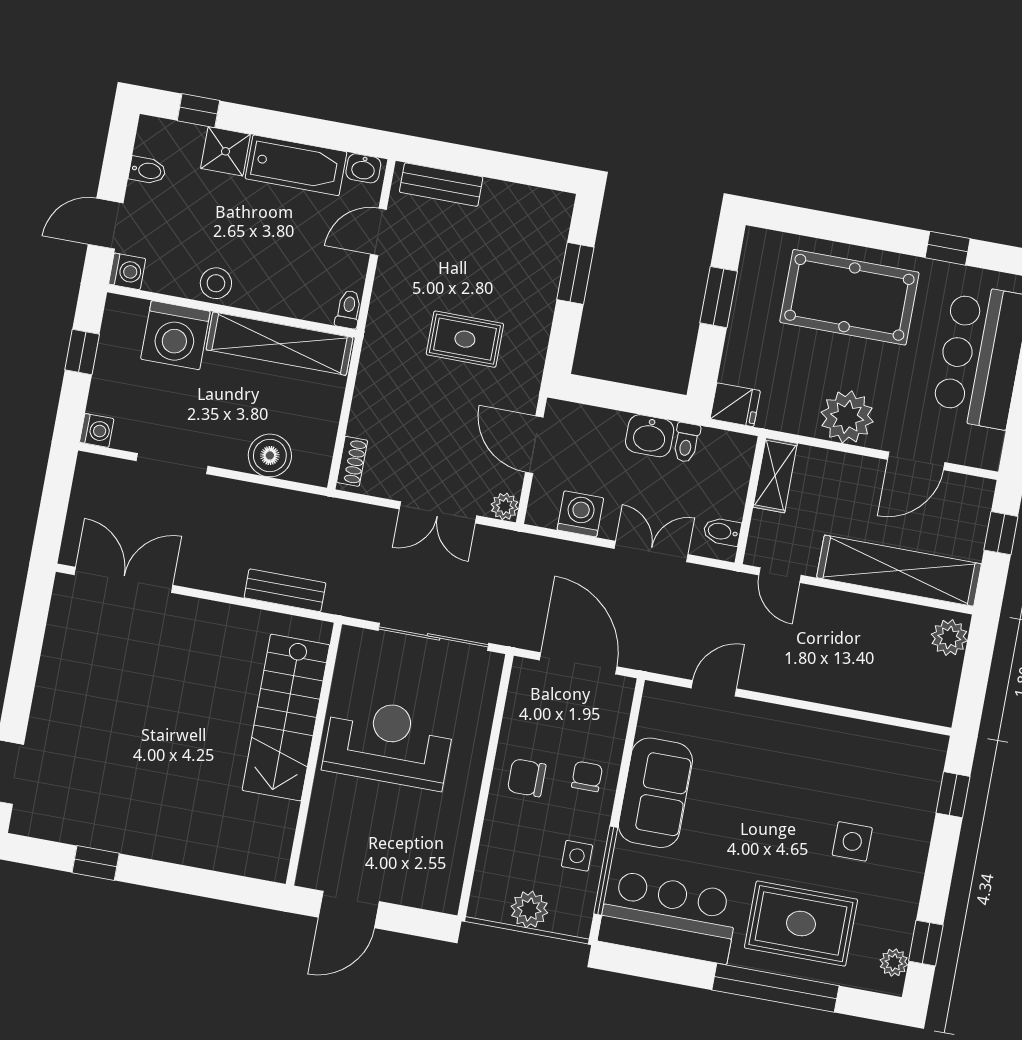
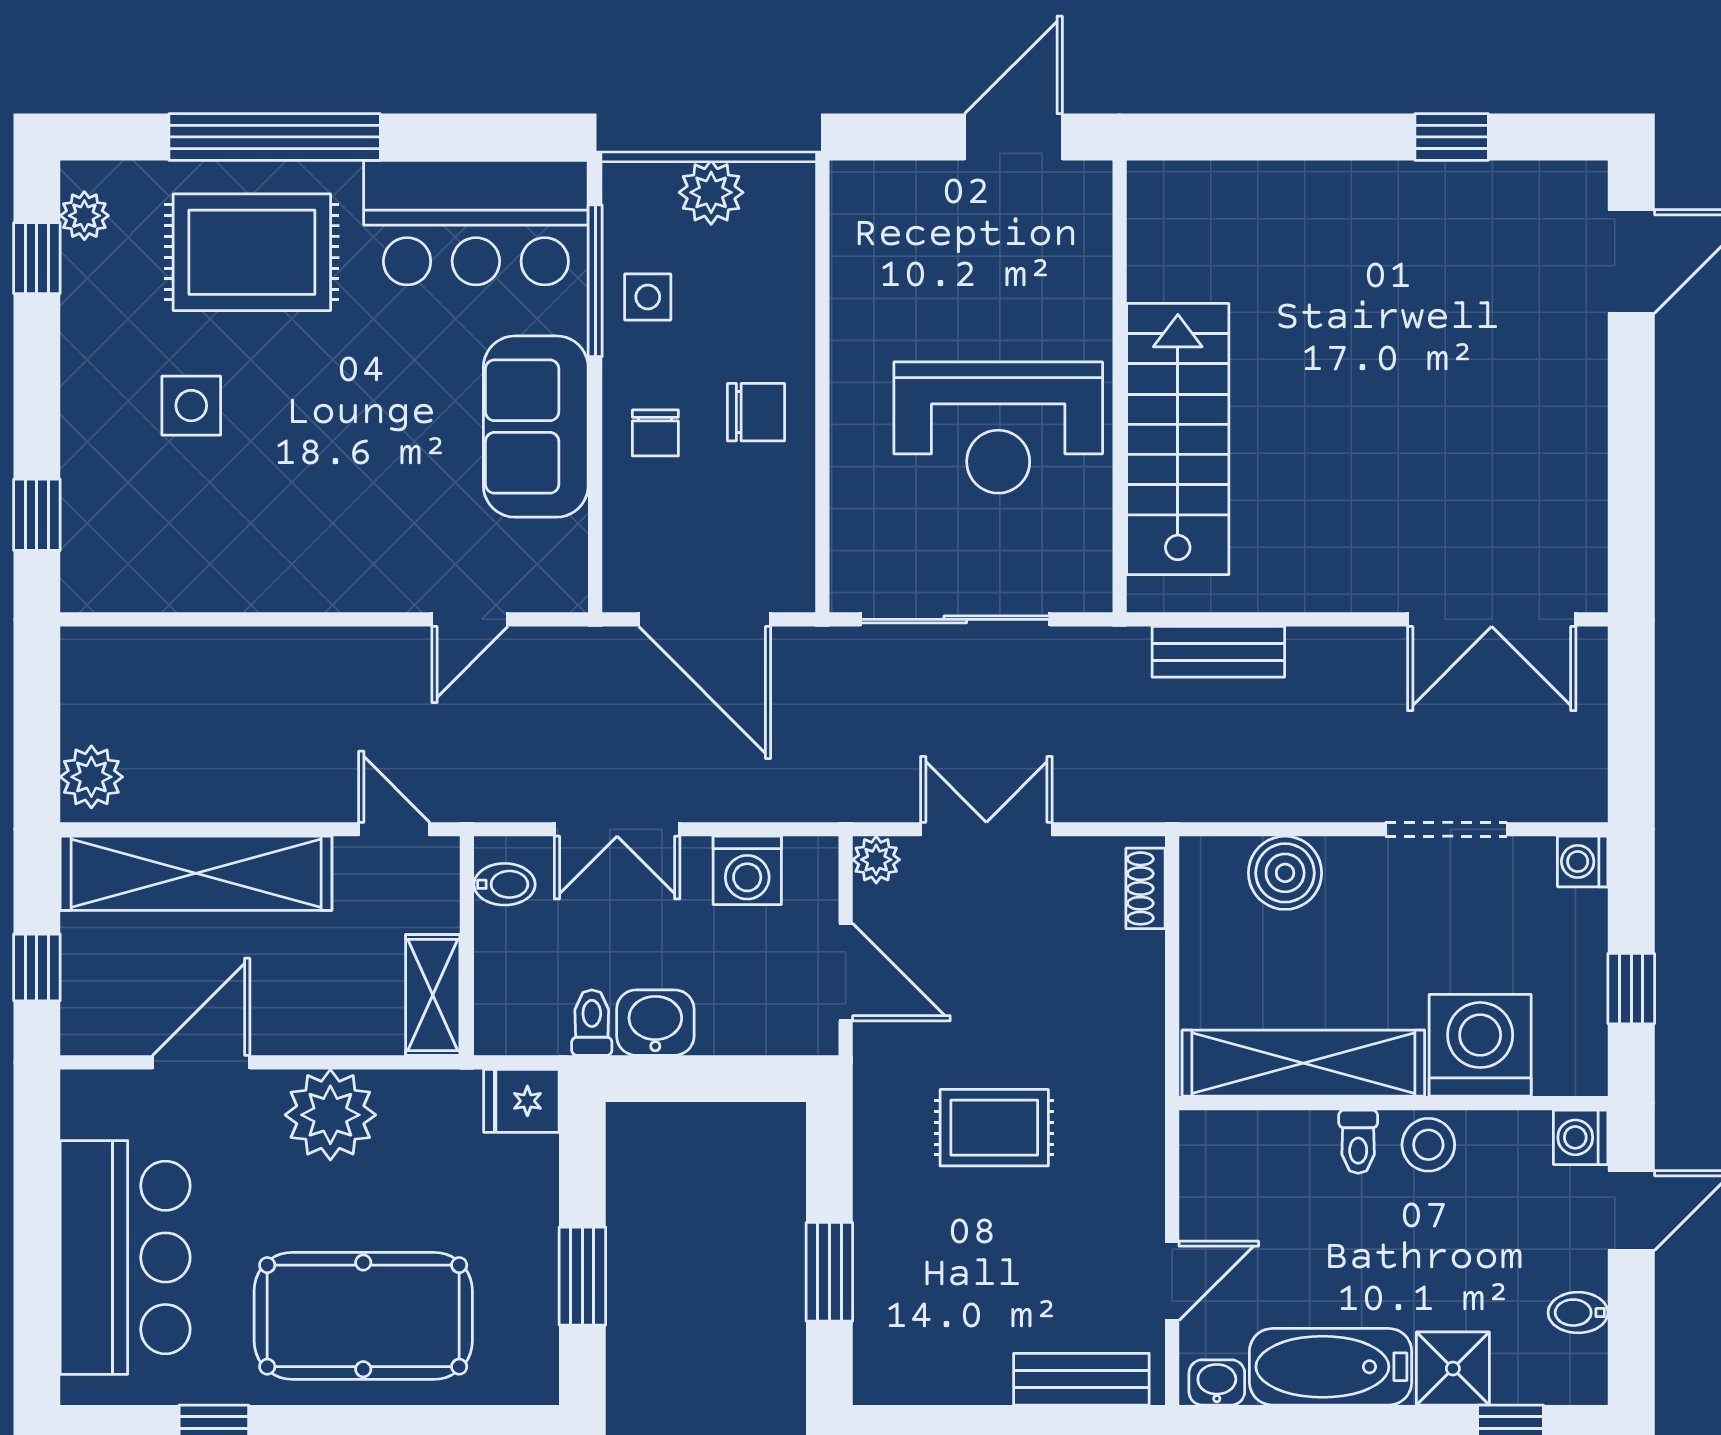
toilet: (348, 309) -> (1358, 1142), moved

